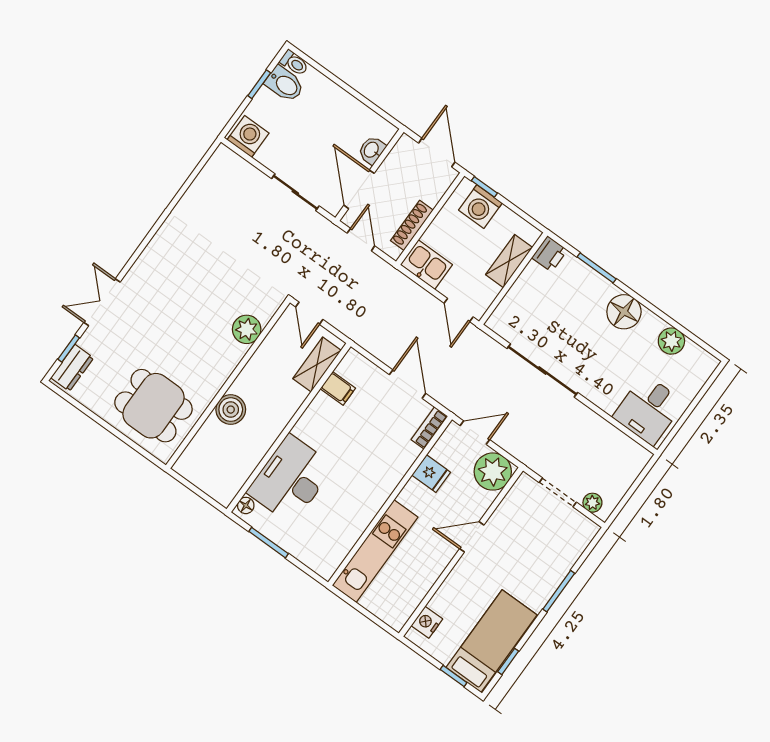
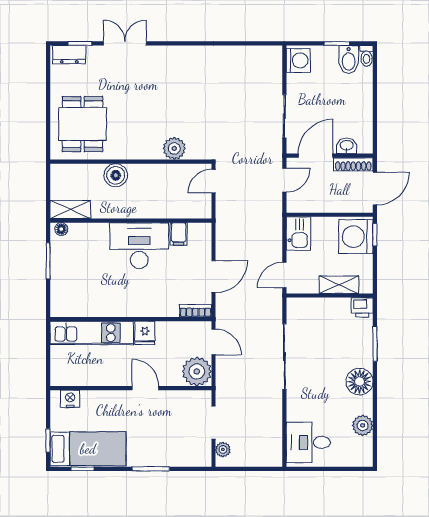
washing machine: (480, 207) -> (356, 237), width x1.37, depth x1.37
shoe rack: (412, 225) -> (353, 164), moved, turned 180
shelving: (317, 365) -> (70, 210), moved
fridge: (431, 474) -> (145, 333), moved
desk: (291, 479) -> (139, 246), moved

